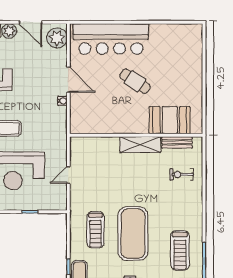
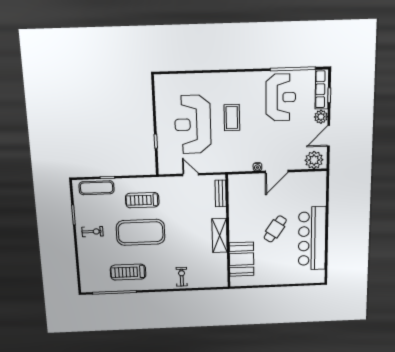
bar counter: (111, 39) -> (312, 239), moved
bench: (177, 142) -> (221, 193), moved
exercise bike: (182, 174) -> (182, 277), moved

